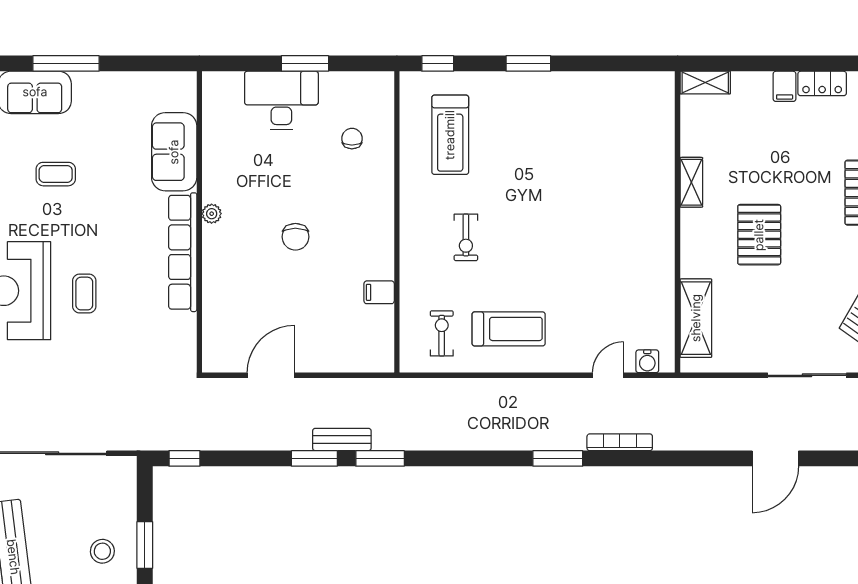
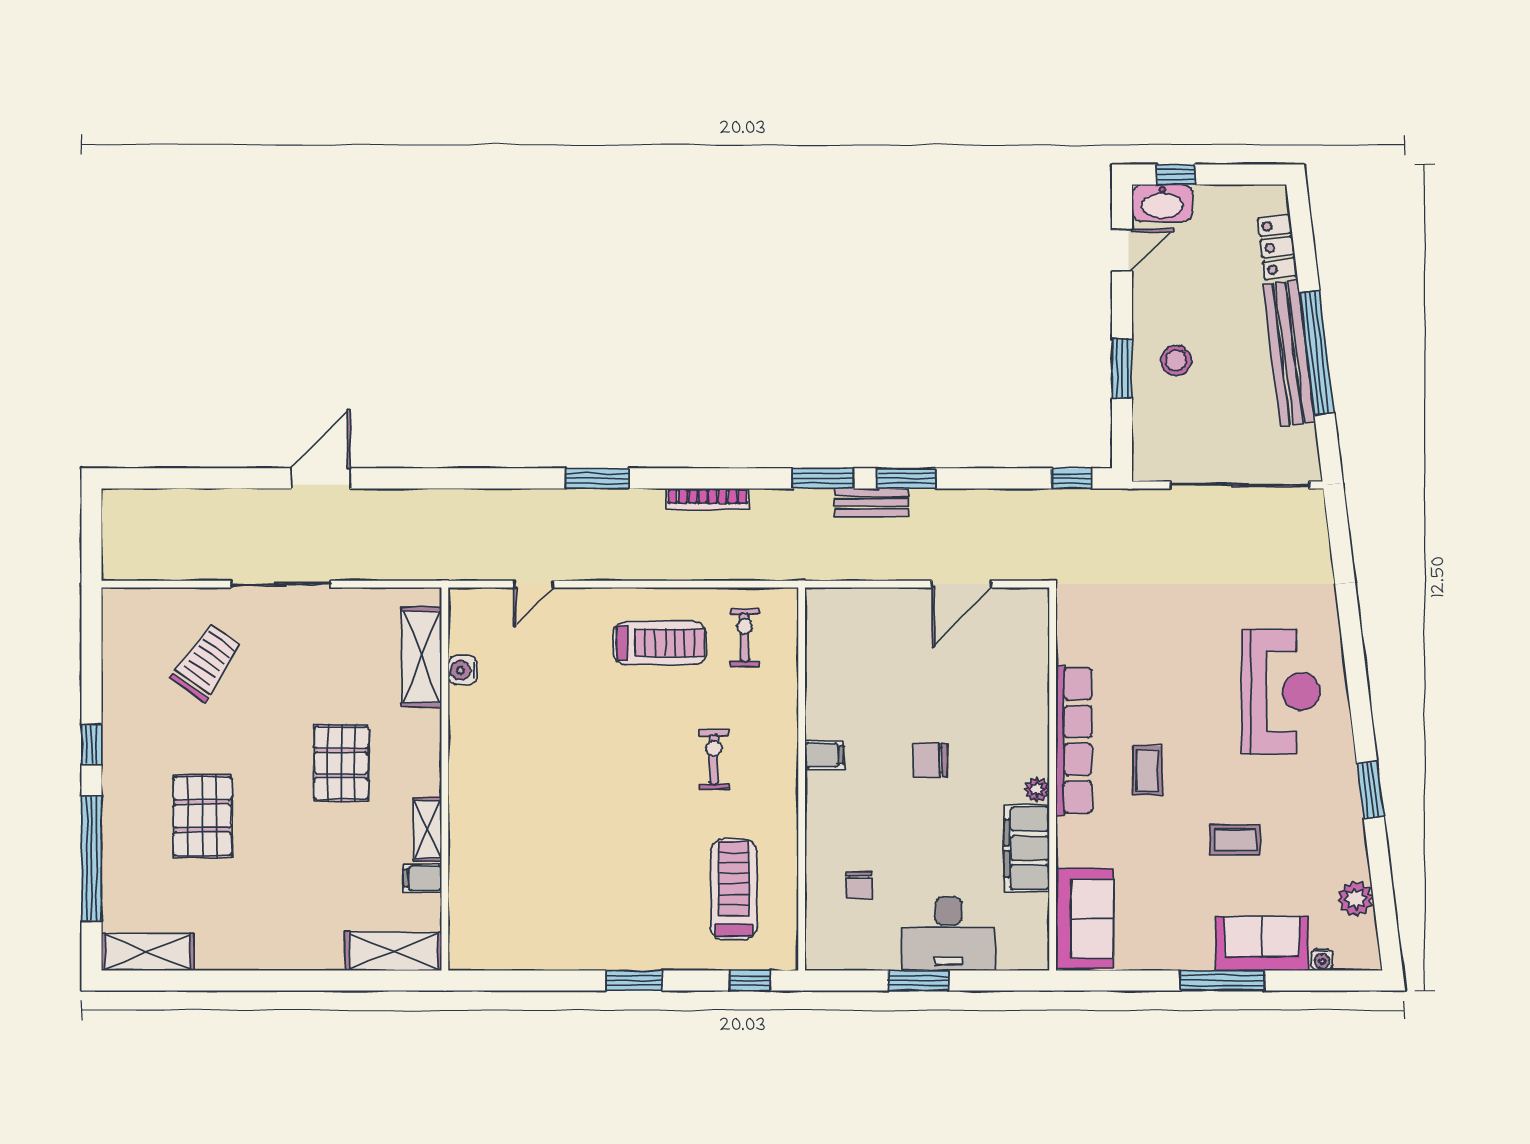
shelving: (705, 83) -> (394, 951), width x1.50, depth x1.33
locker: (822, 83) -> (261, 955), removed
filing cabinet: (785, 86) -> (422, 878), moved, turned -90
sofa: (174, 152) -> (1085, 919), moved
filing cabinet: (220, 168) -> (1027, 848), added
chair: (295, 237) -> (931, 760), turned -90
filing cabinet: (379, 292) -> (824, 755), moved
coffee table: (84, 294) -> (1147, 770), moved
treadmill: (509, 329) -> (660, 643), turned 180
exercise bike: (442, 333) -> (745, 637), turned 180
water cooler: (647, 361) -> (463, 670), moved, turned -90
bookcase: (620, 442) -> (708, 499), moved

